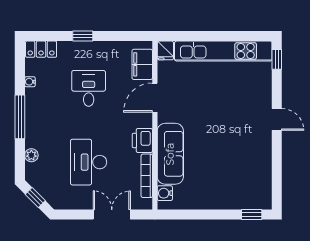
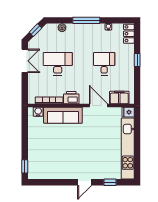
window: (277, 59) -> (110, 182), moved
desk: (89, 88) -> (104, 64), turned -90
double door: (112, 214) -> (25, 61), moved

